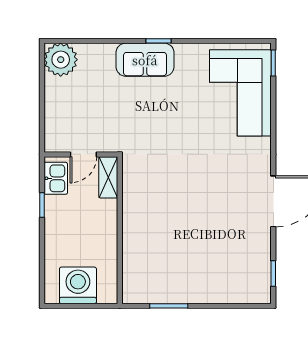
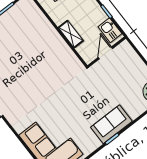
shelving: (108, 177) -> (71, 34), moved

